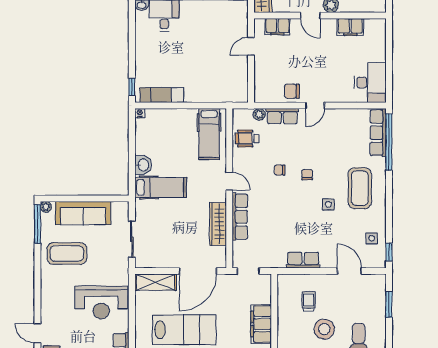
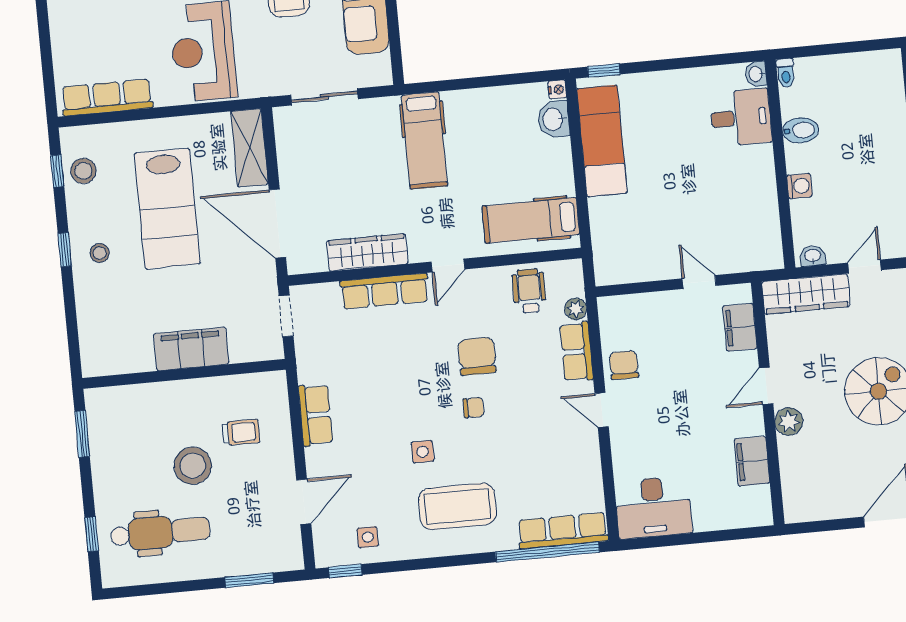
exam couch: (162, 95) -> (602, 141), width x1.36, depth x1.45
washbasin: (143, 165) -> (554, 119), moved, turned 90
chair: (280, 170) -> (477, 356), width x1.87, depth x1.87

